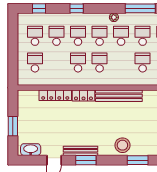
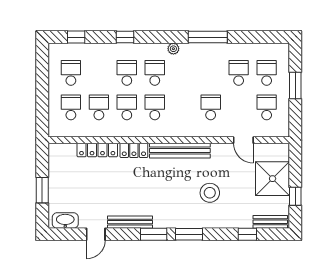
school desk: (56, 36) -> (99, 107), moved
school desk: (121, 36) -> (183, 73), removed
school desk: (143, 36) -> (211, 73), removed
stool: (122, 145) -> (210, 193), moved
window: (86, 160) -> (154, 234), moved
window: (138, 160) -> (189, 234), moved

